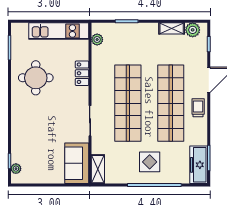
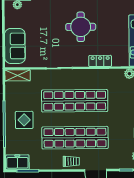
round table: (36, 78) -> (81, 27), moved
sofa: (77, 163) -> (15, 46), moved, turned 90
freezer: (199, 165) -> (17, 162), width x0.71

